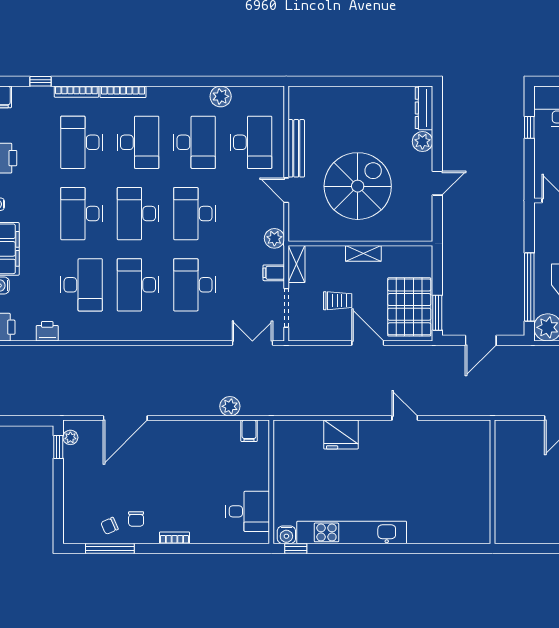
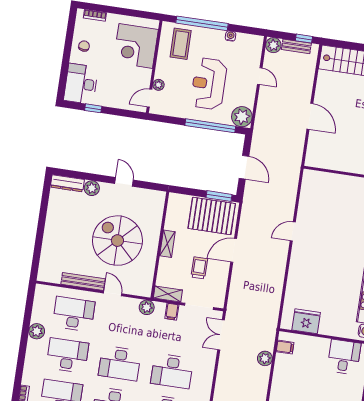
door: (286, 190) -> (113, 293), swing flipped
fridge: (341, 435) -> (306, 321), moved, turned -90

